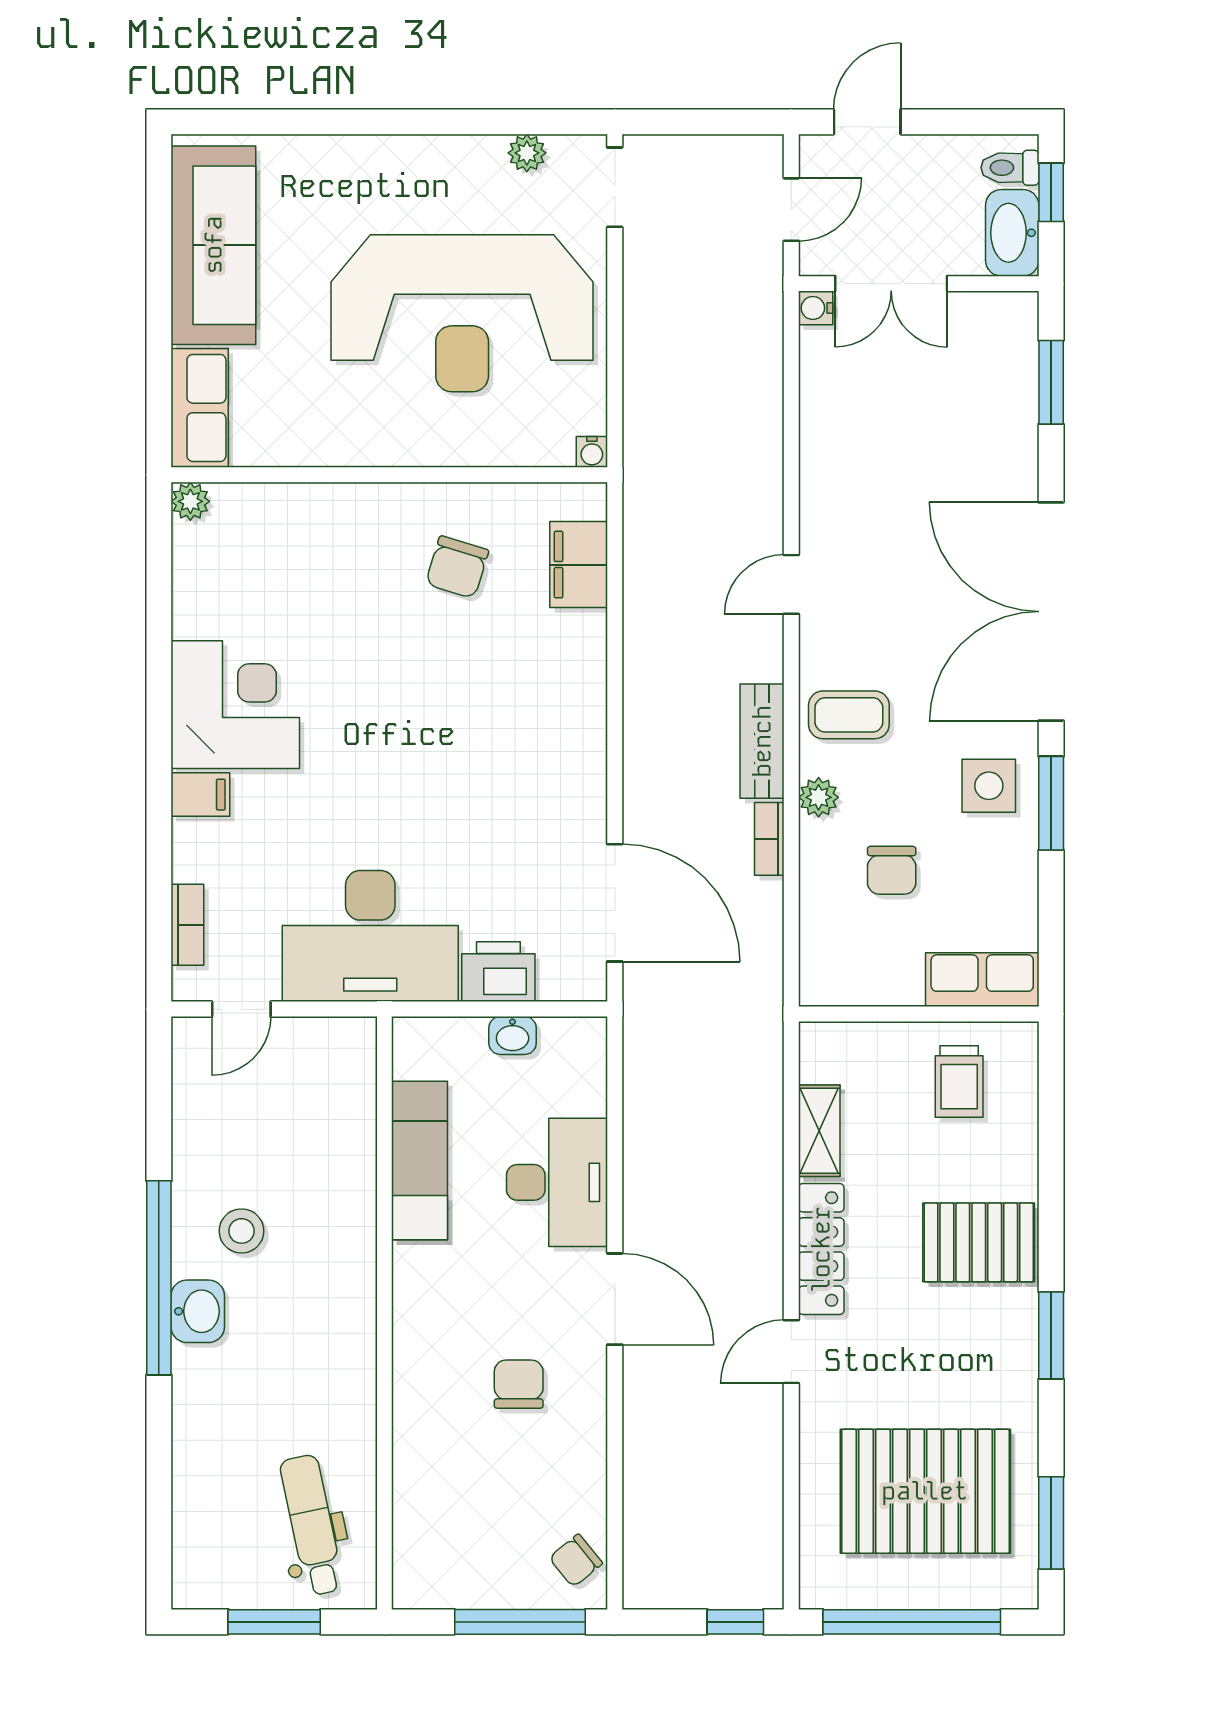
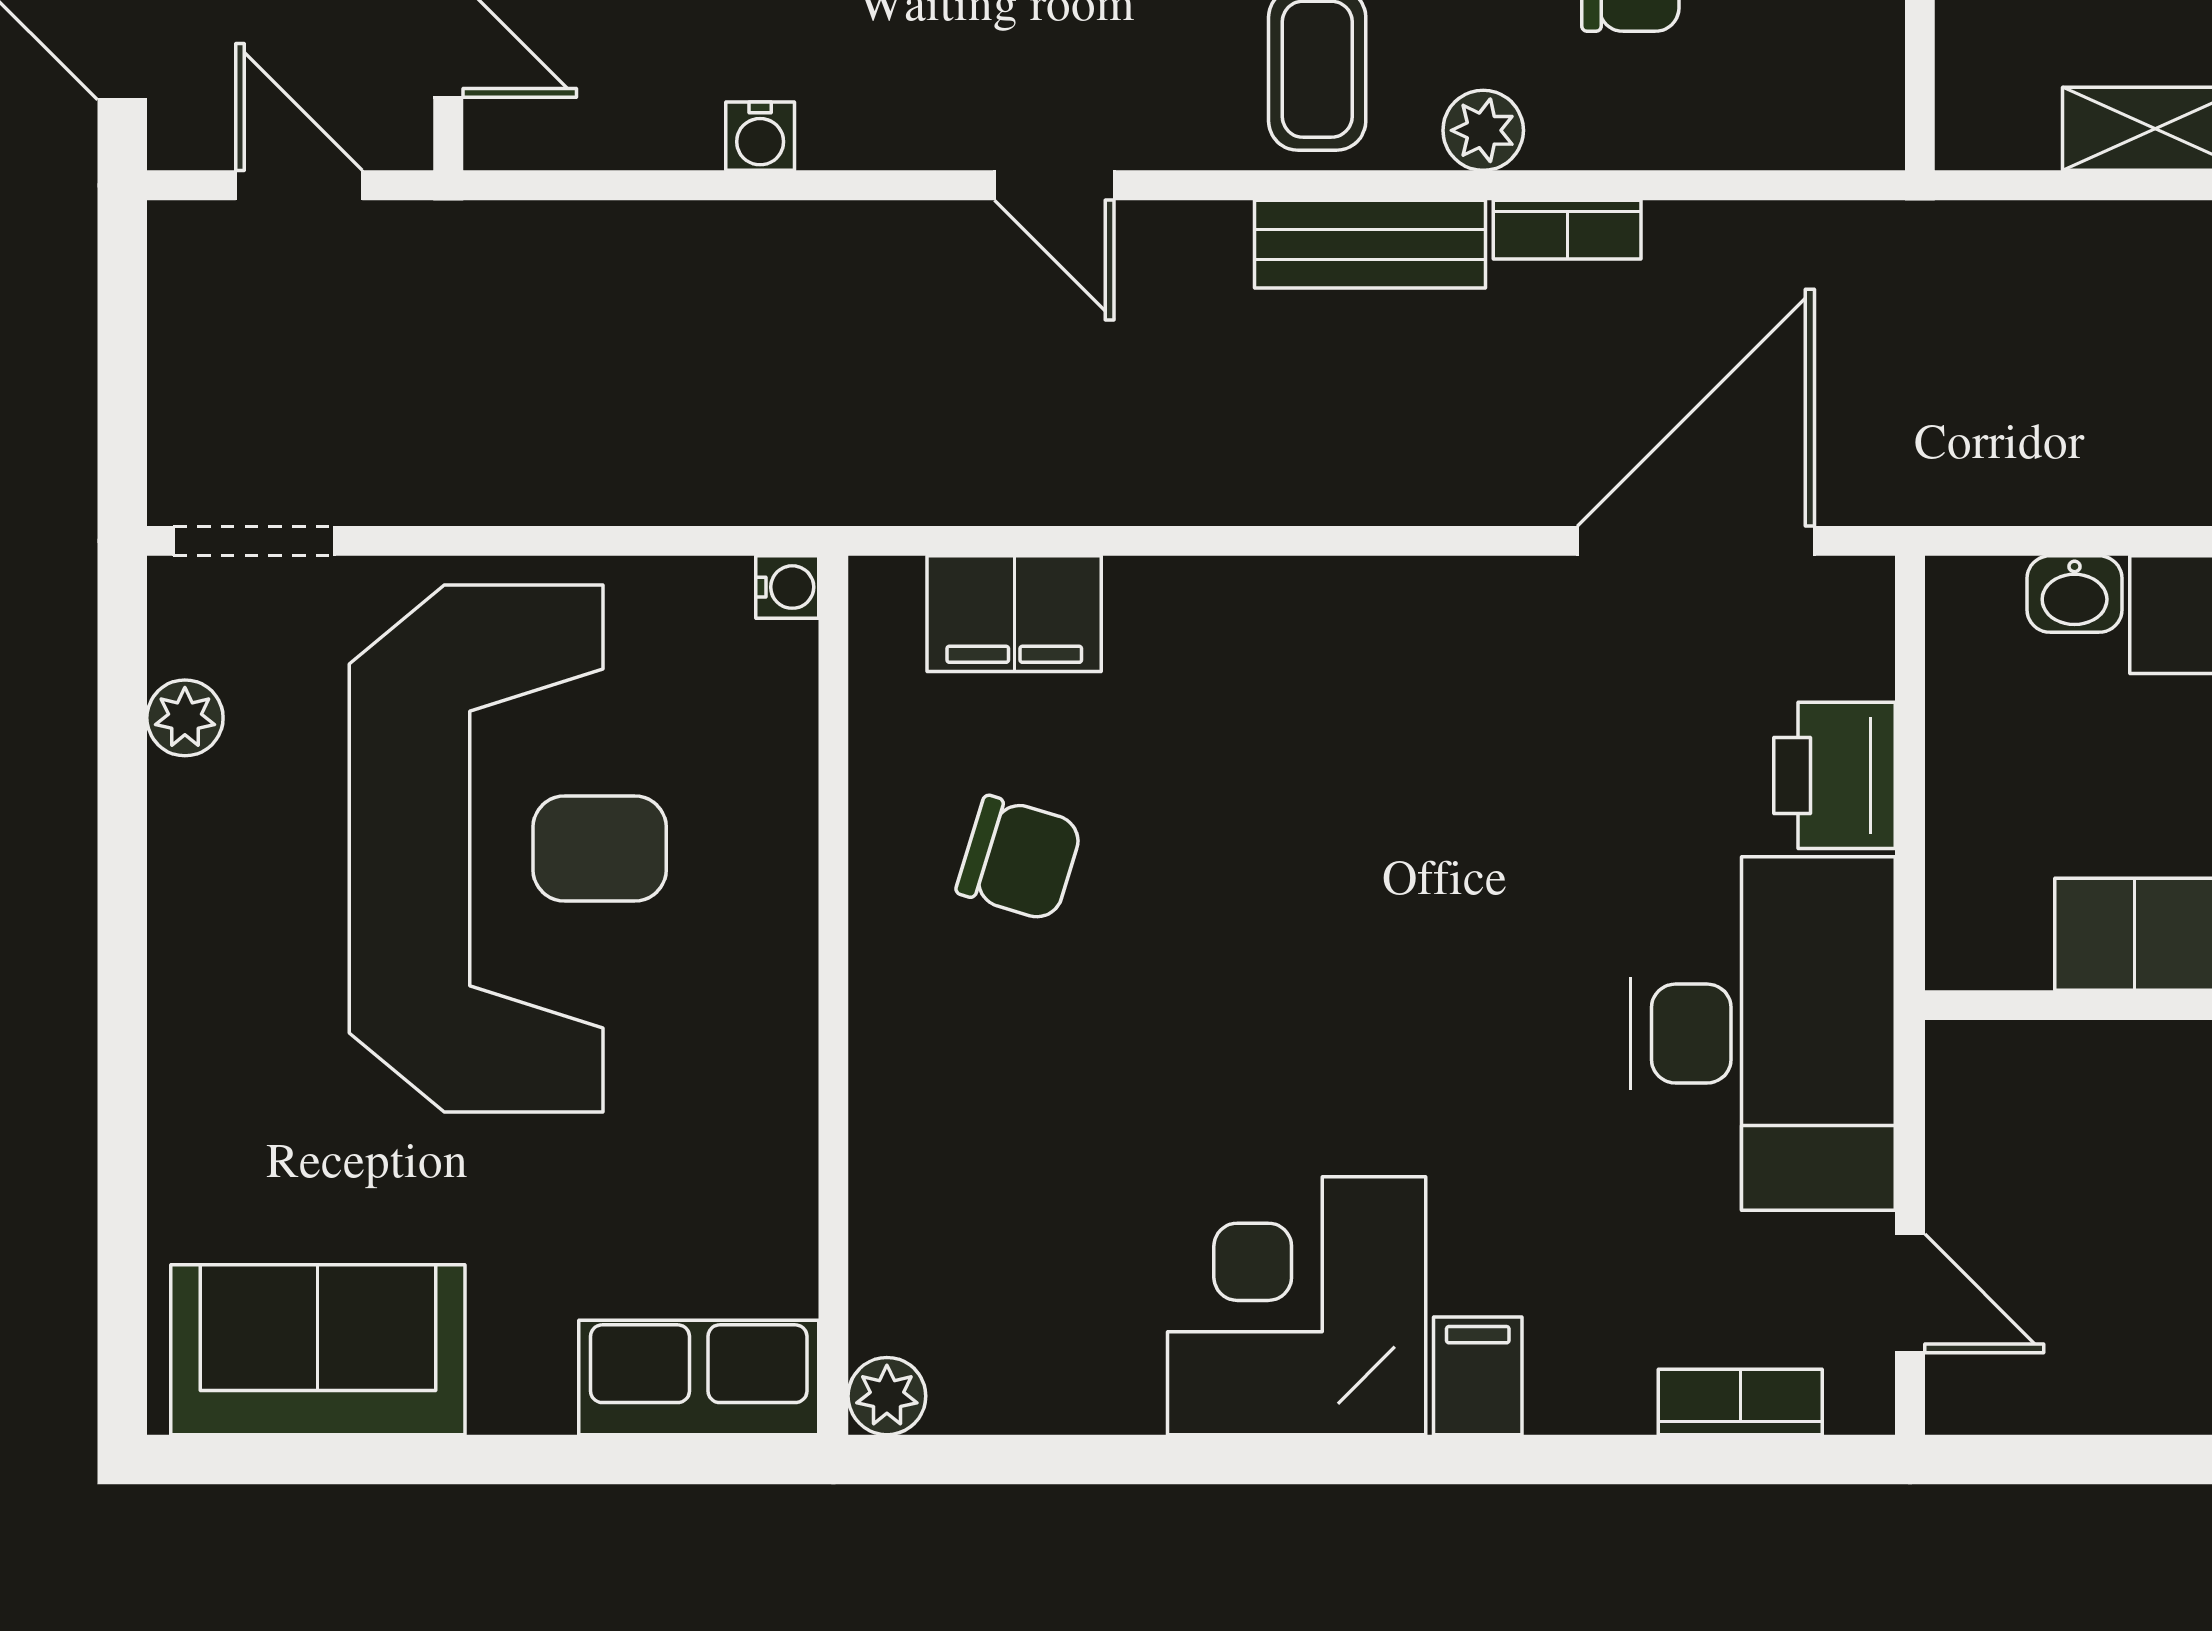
sofa: (213, 245) -> (318, 1350), width x0.73
water cooler: (816, 308) -> (760, 136), moved
washbasin: (513, 1035) -> (2075, 594), moved, turned 90

